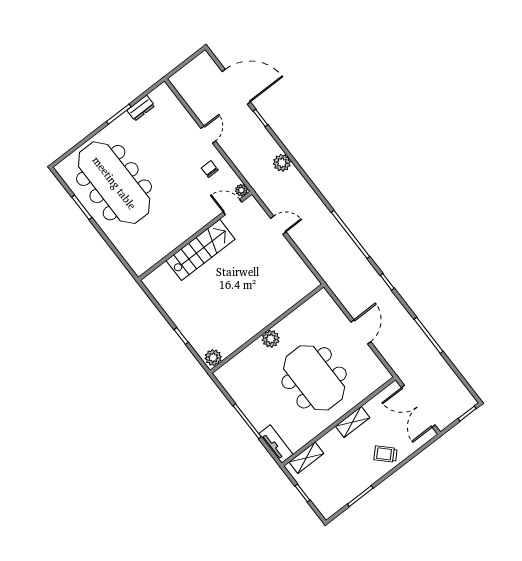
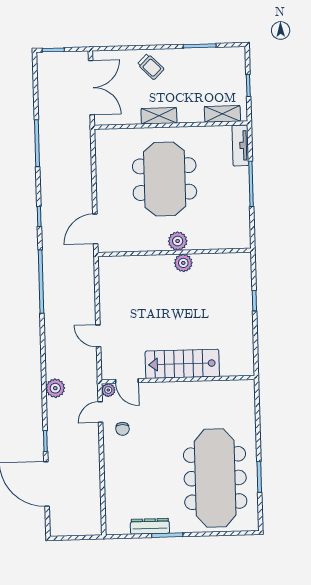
dresser: (141, 108) -> (150, 526), width x1.44
door: (208, 135) -> (100, 412), moved
door: (361, 332) -> (95, 229), moved
plant: (213, 358) -> (183, 263), moved

